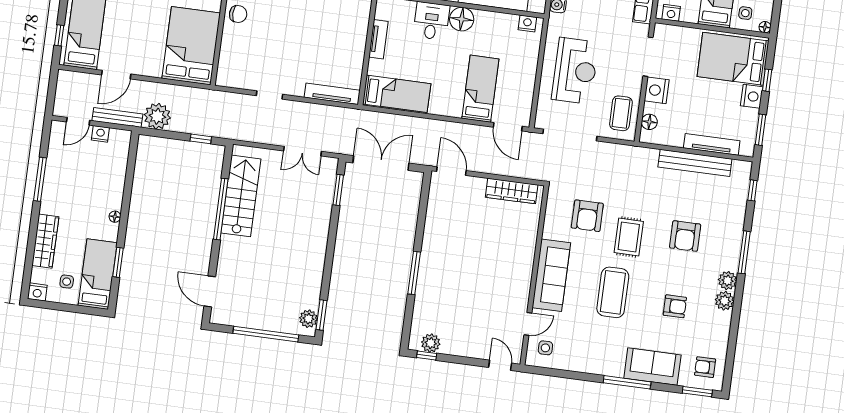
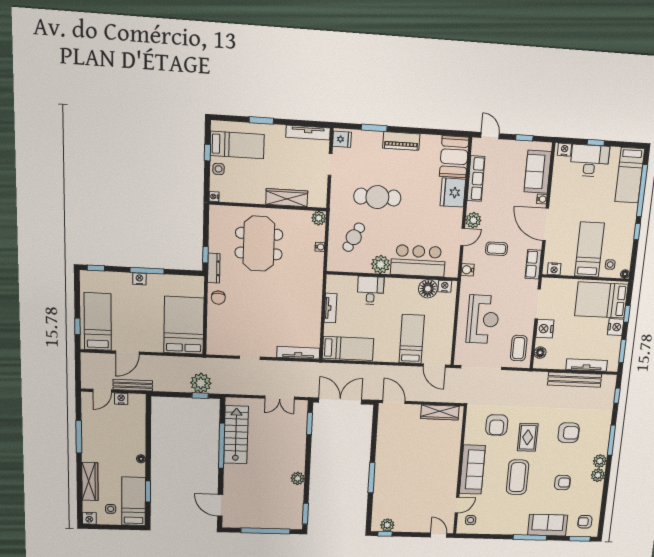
chair: (238, 14) -> (218, 298), turned 90
floor lamp: (462, 19) -> (428, 289), moved
plant: (157, 116) -> (201, 383), moved
armchair: (685, 236) -> (569, 433), turned -90
plant: (308, 319) -> (298, 478), moved

